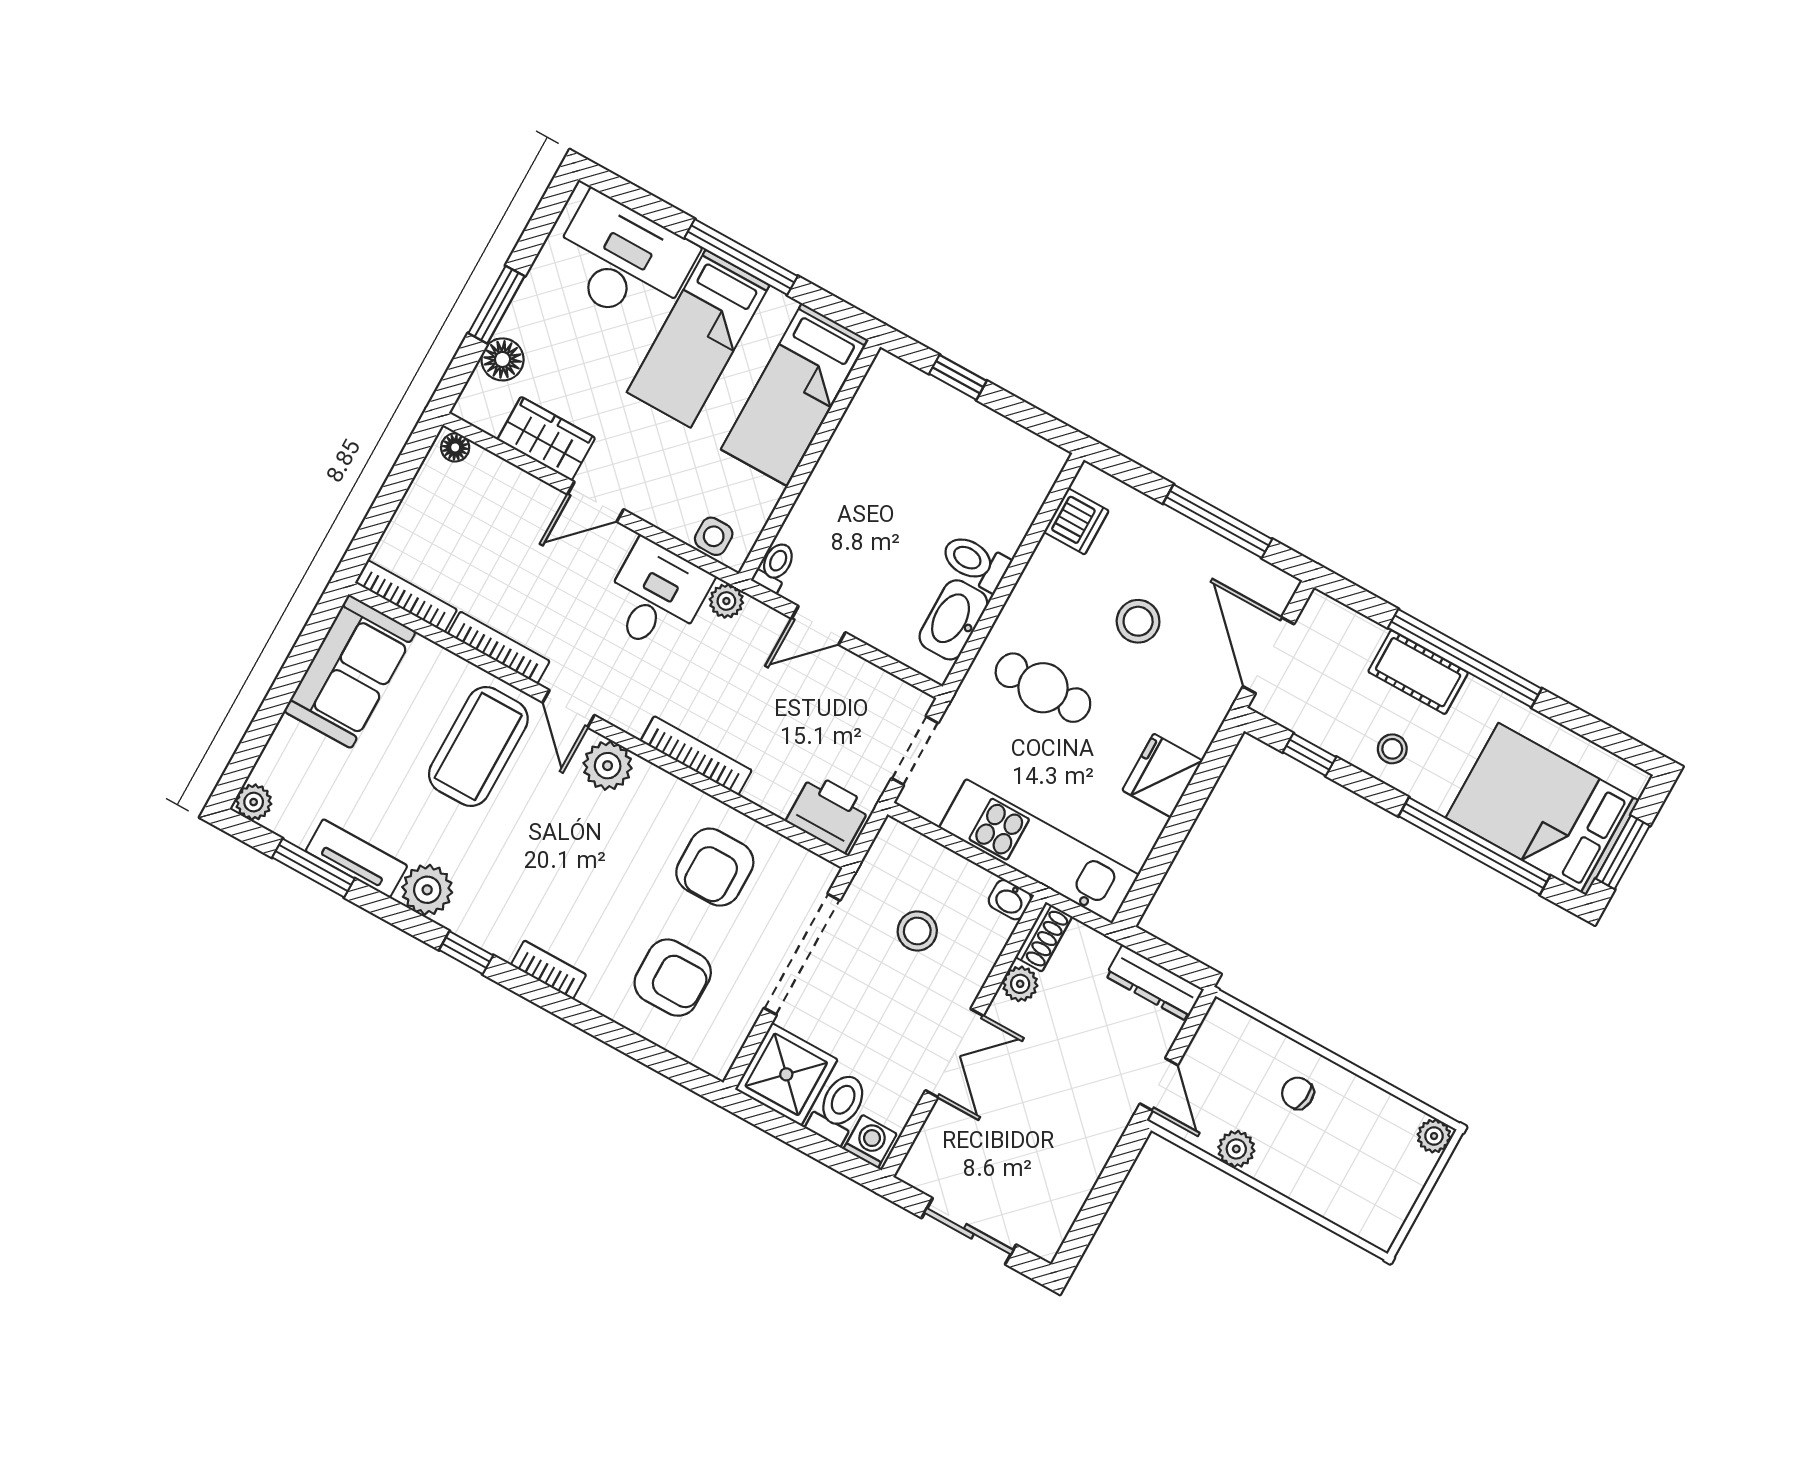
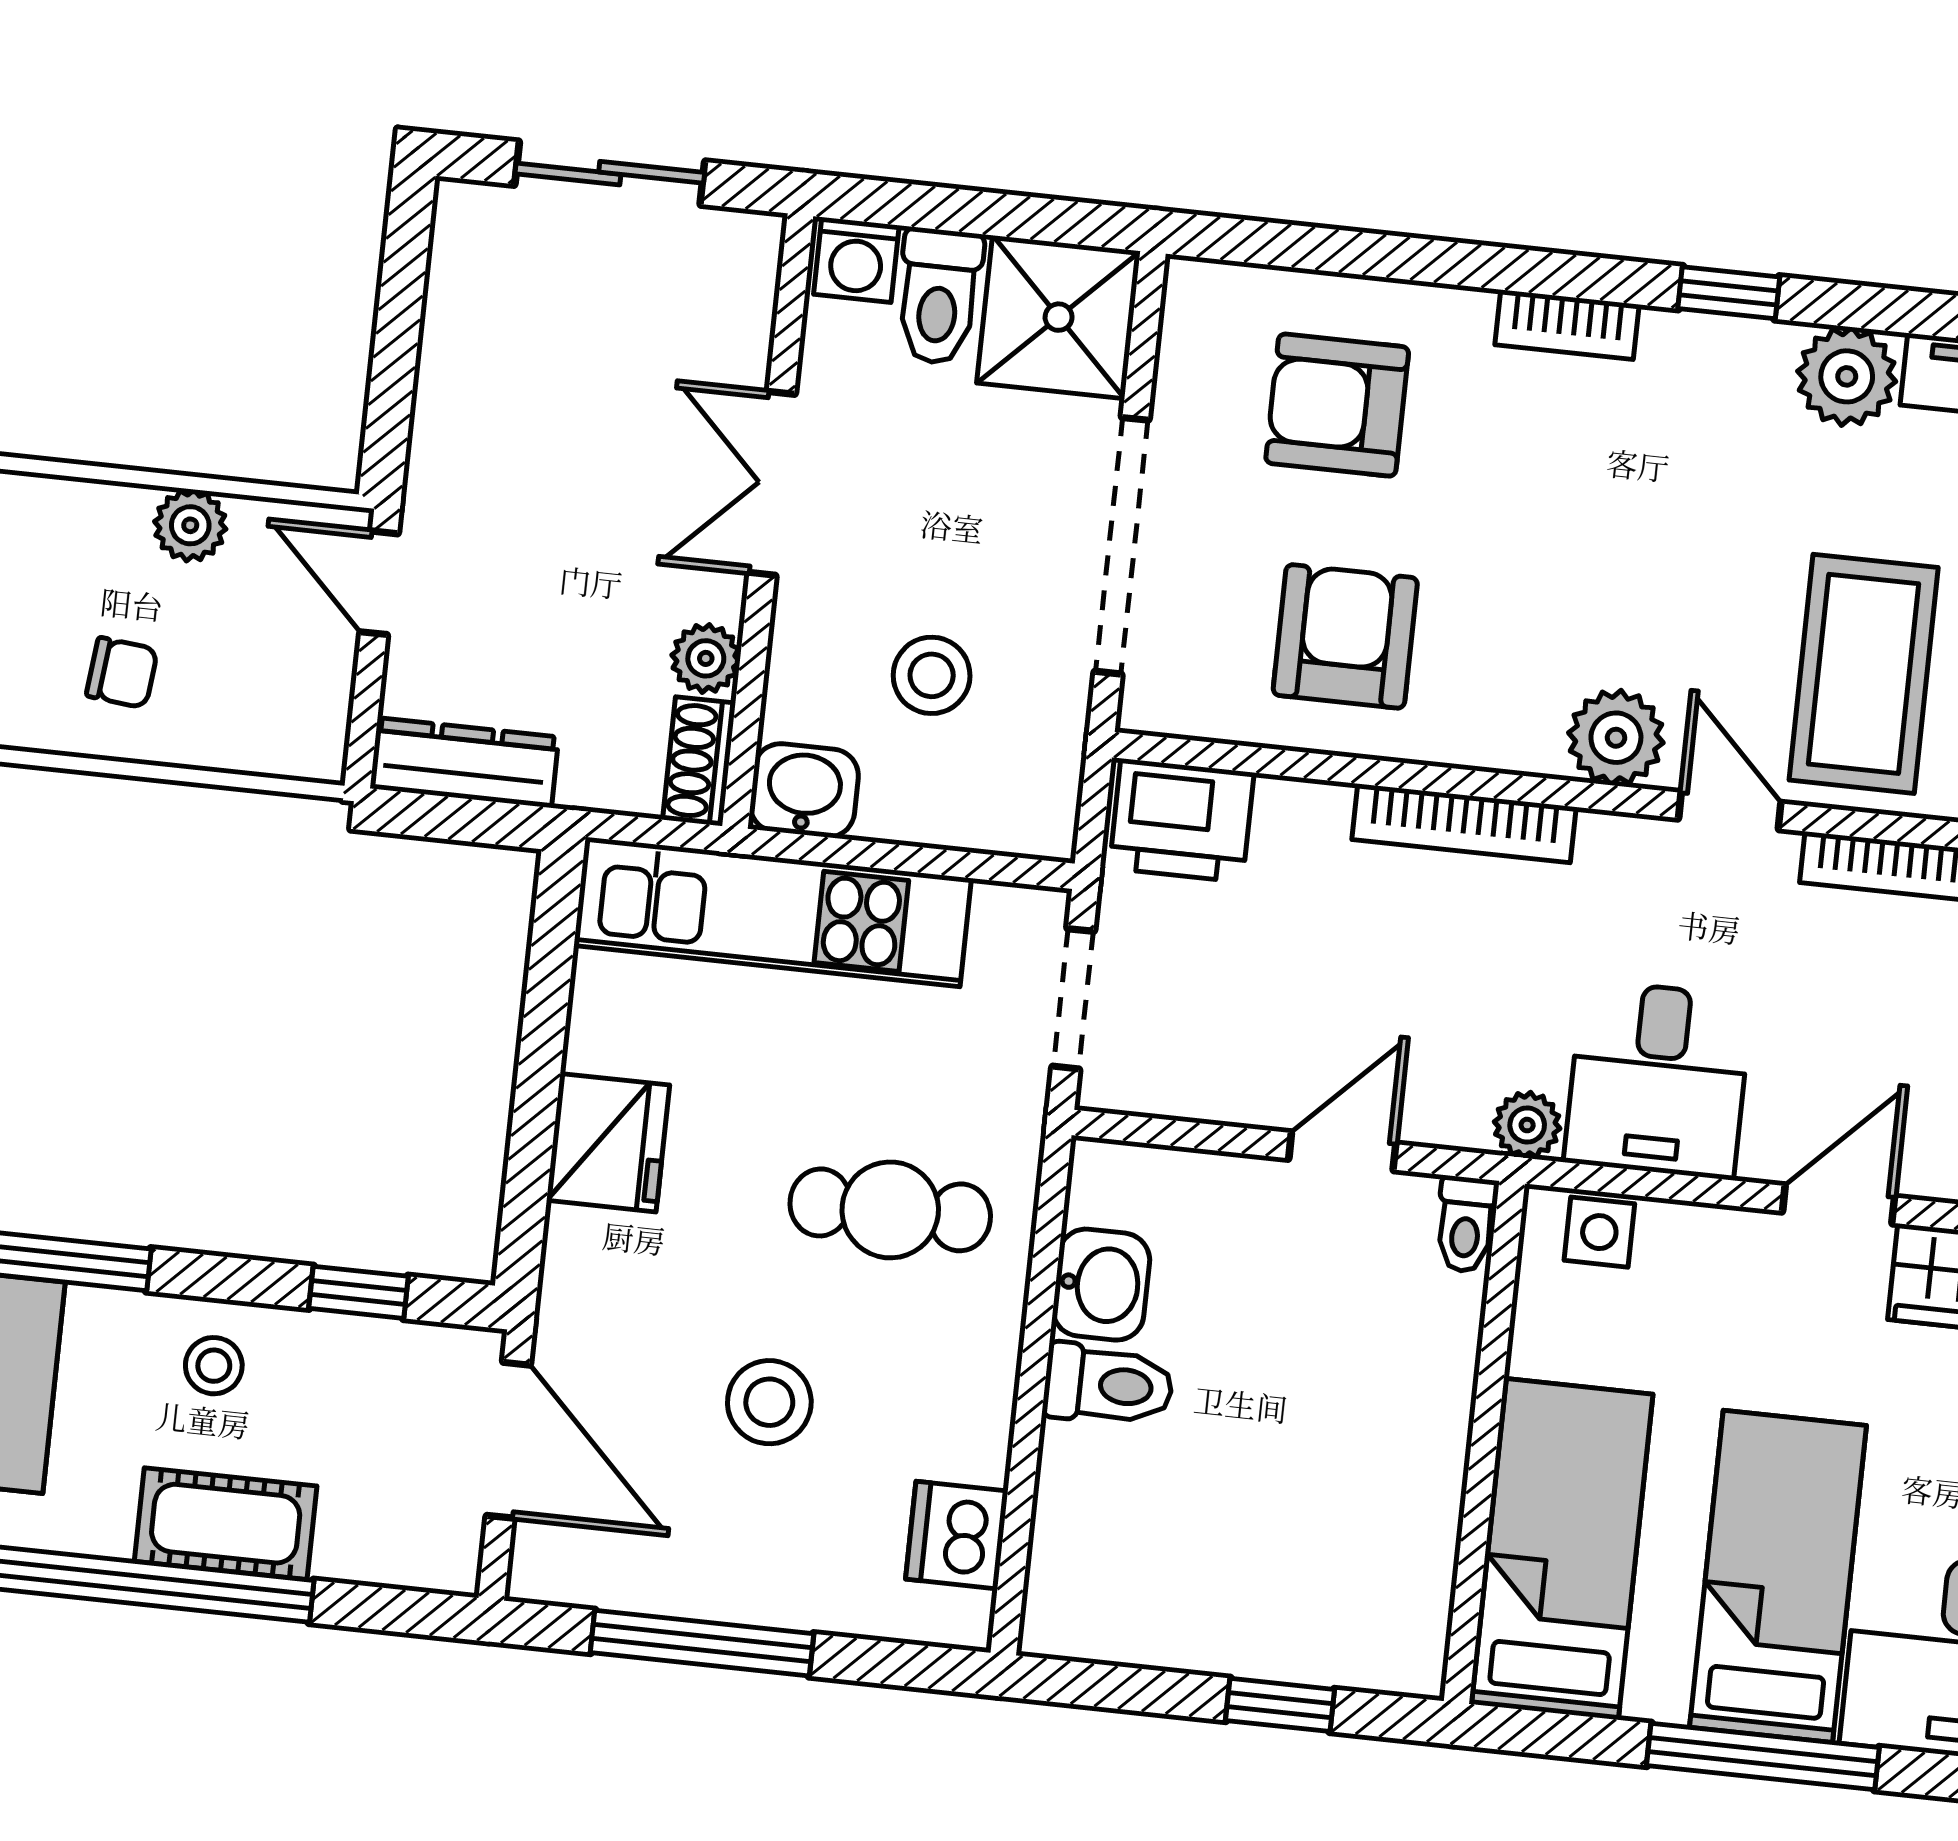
washbasin: (953, 620) -> (1101, 1285), width x0.72
washbasin: (1010, 900) -> (804, 790), width x1.38, depth x1.45

